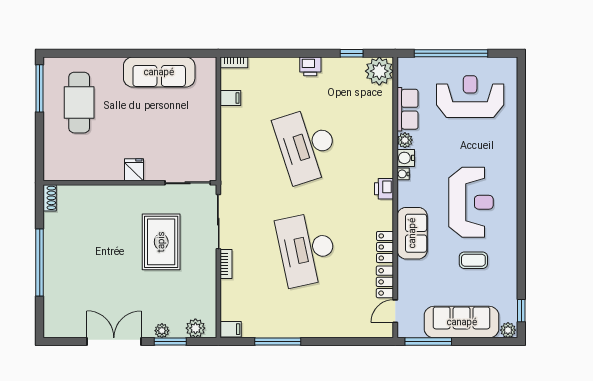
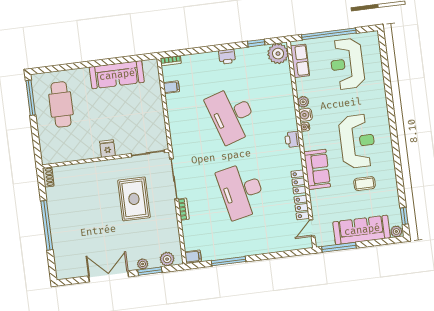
reception desk: (470, 97) -> (347, 64), turned -90
row of seats: (408, 109) -> (300, 61), moved

